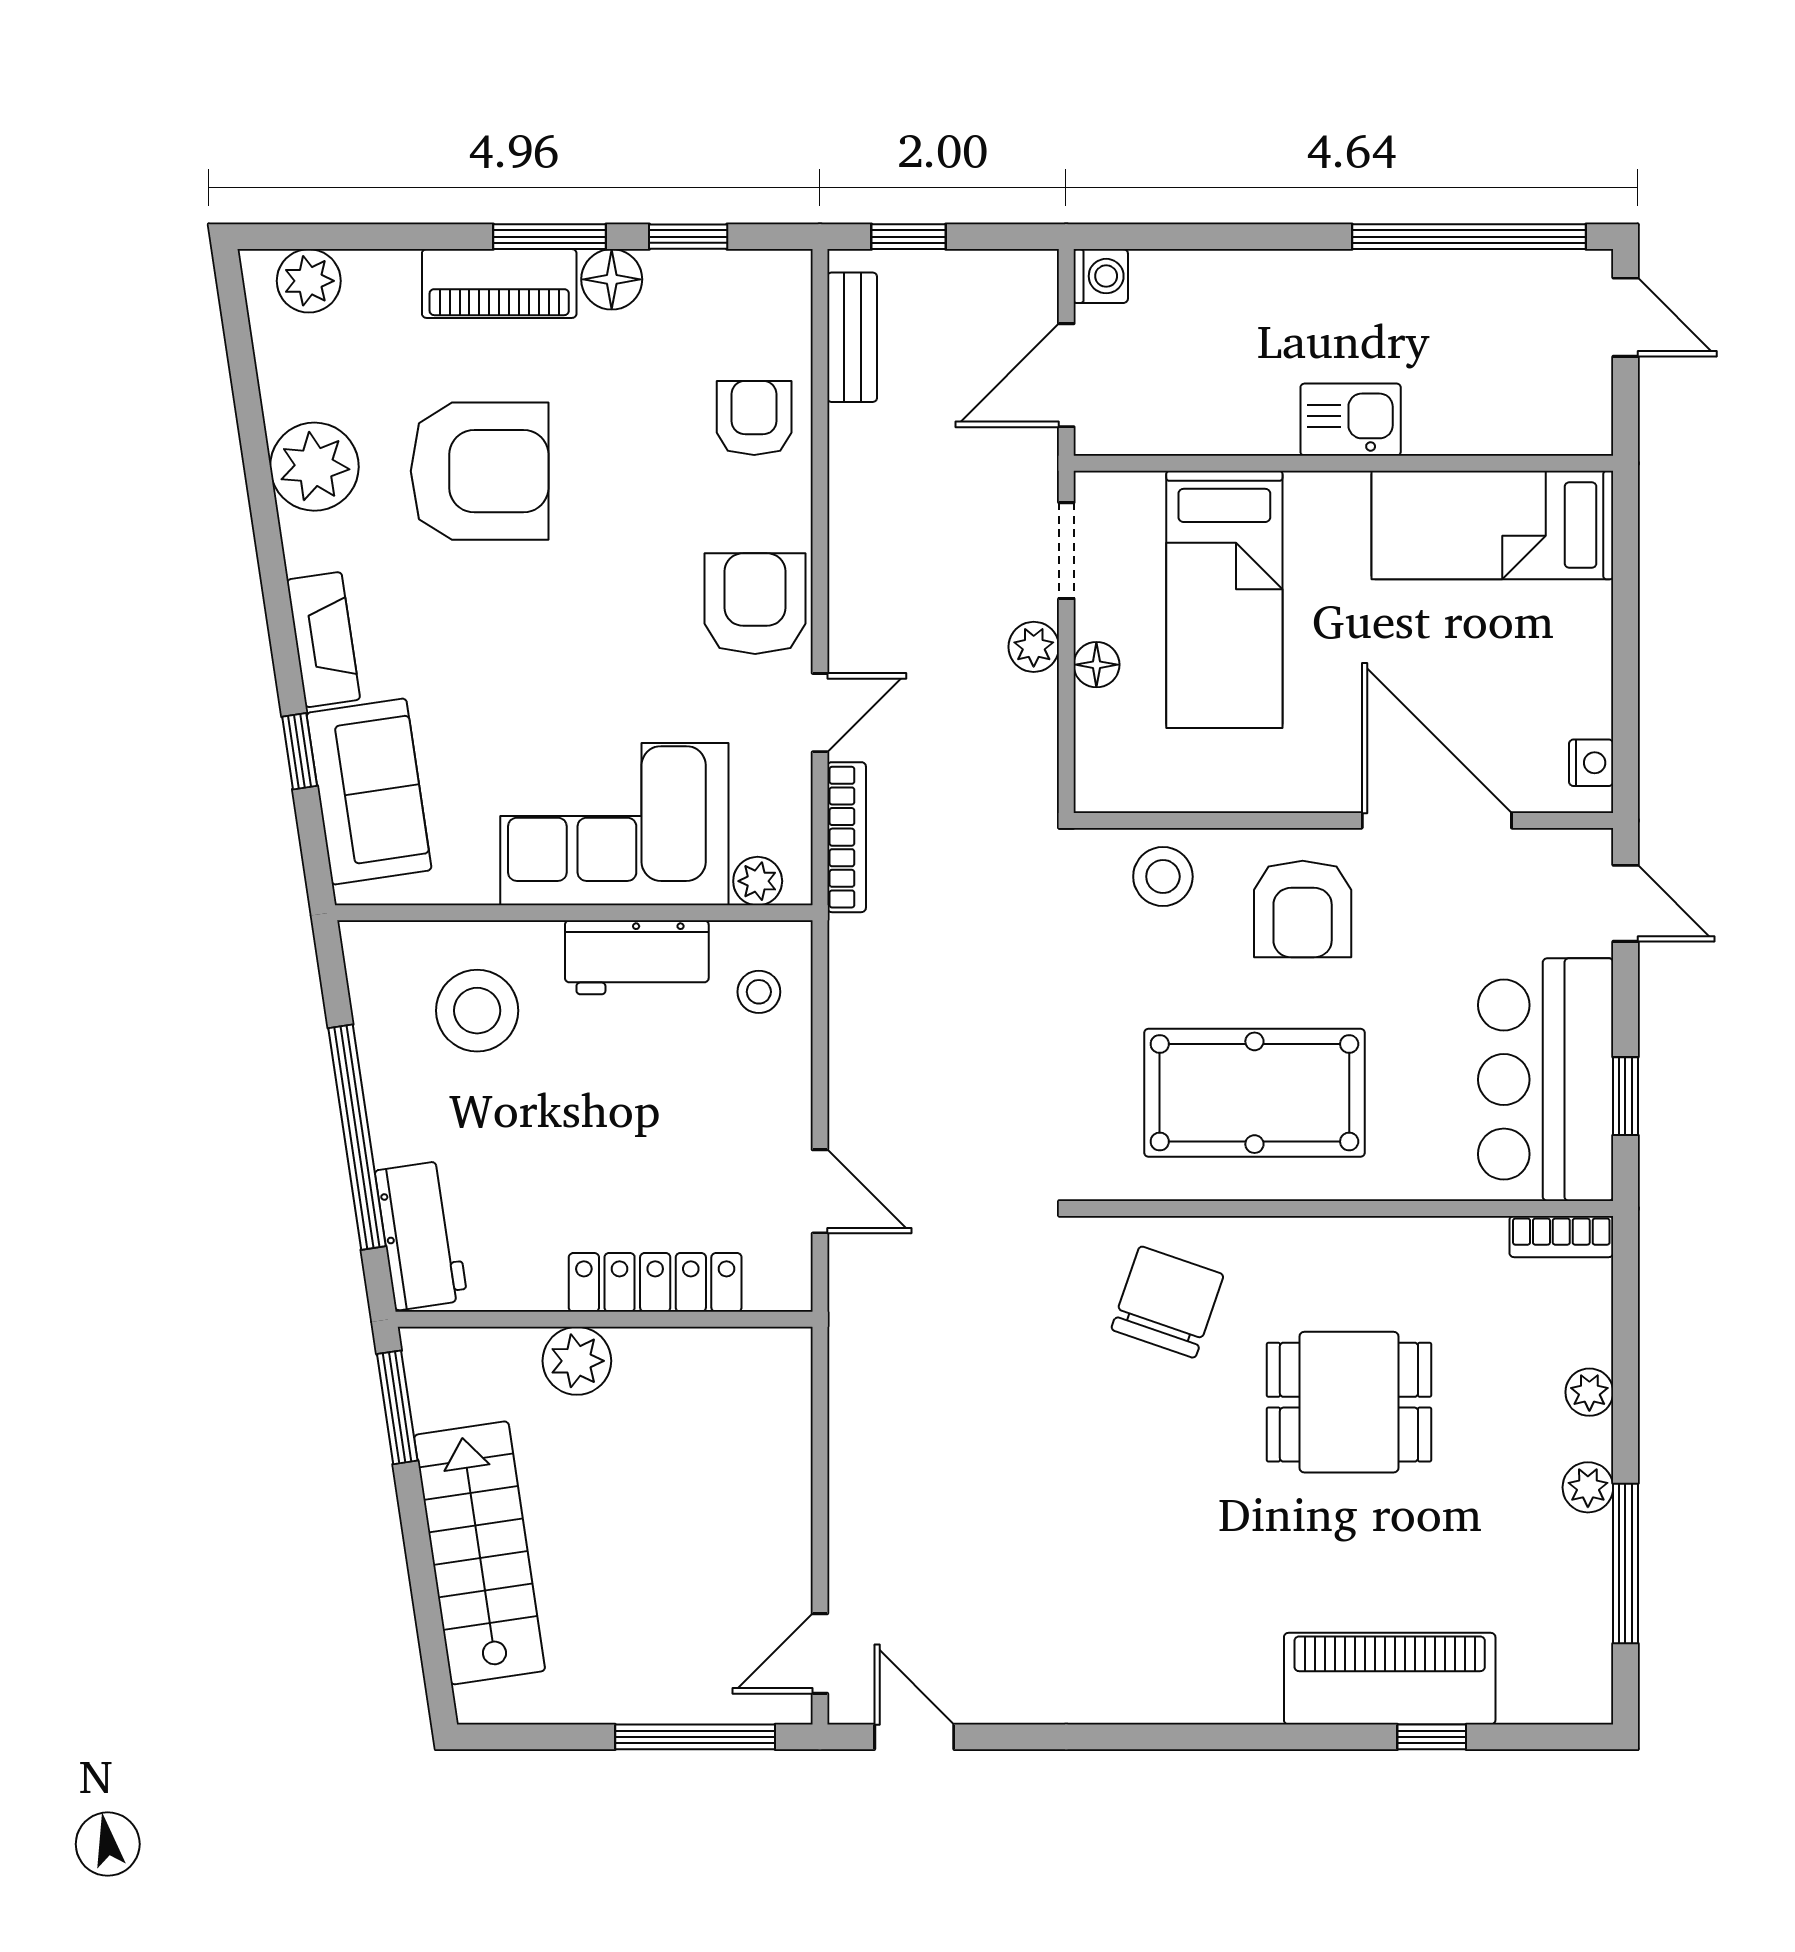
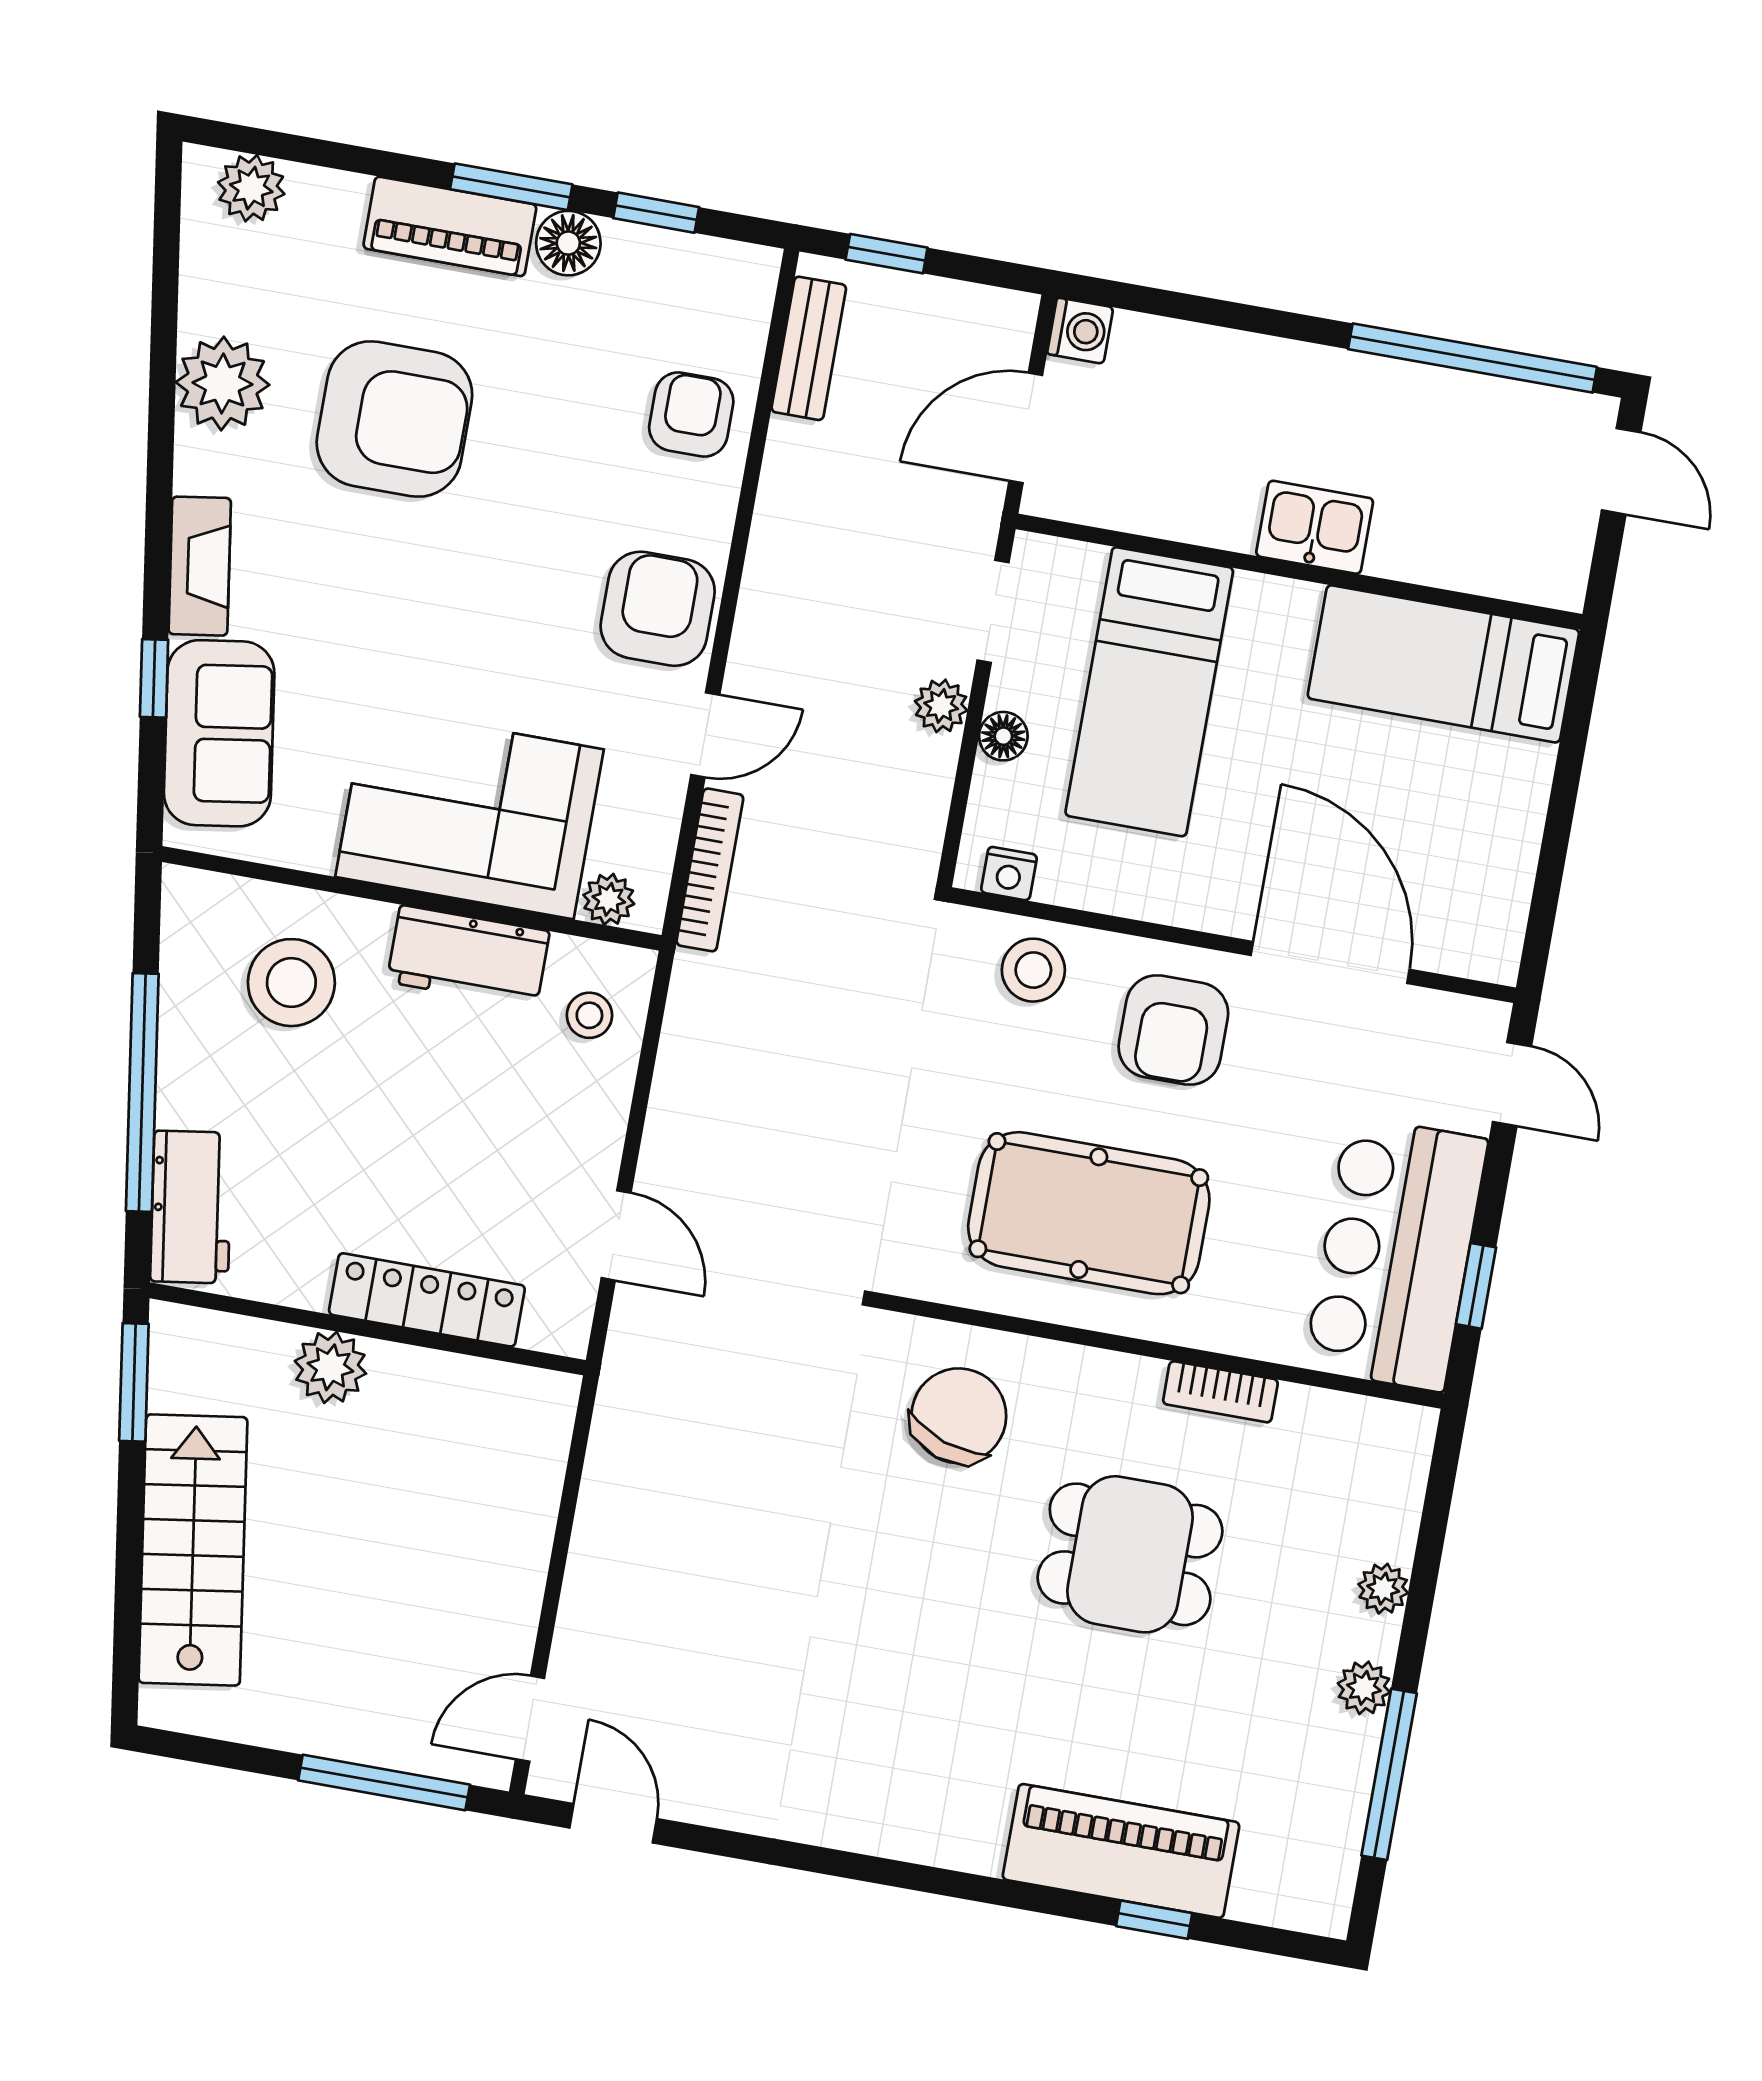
nightstand: (1591, 763) -> (1009, 874), moved, turned 90
bookcase: (1561, 1237) -> (1220, 1392), moved

